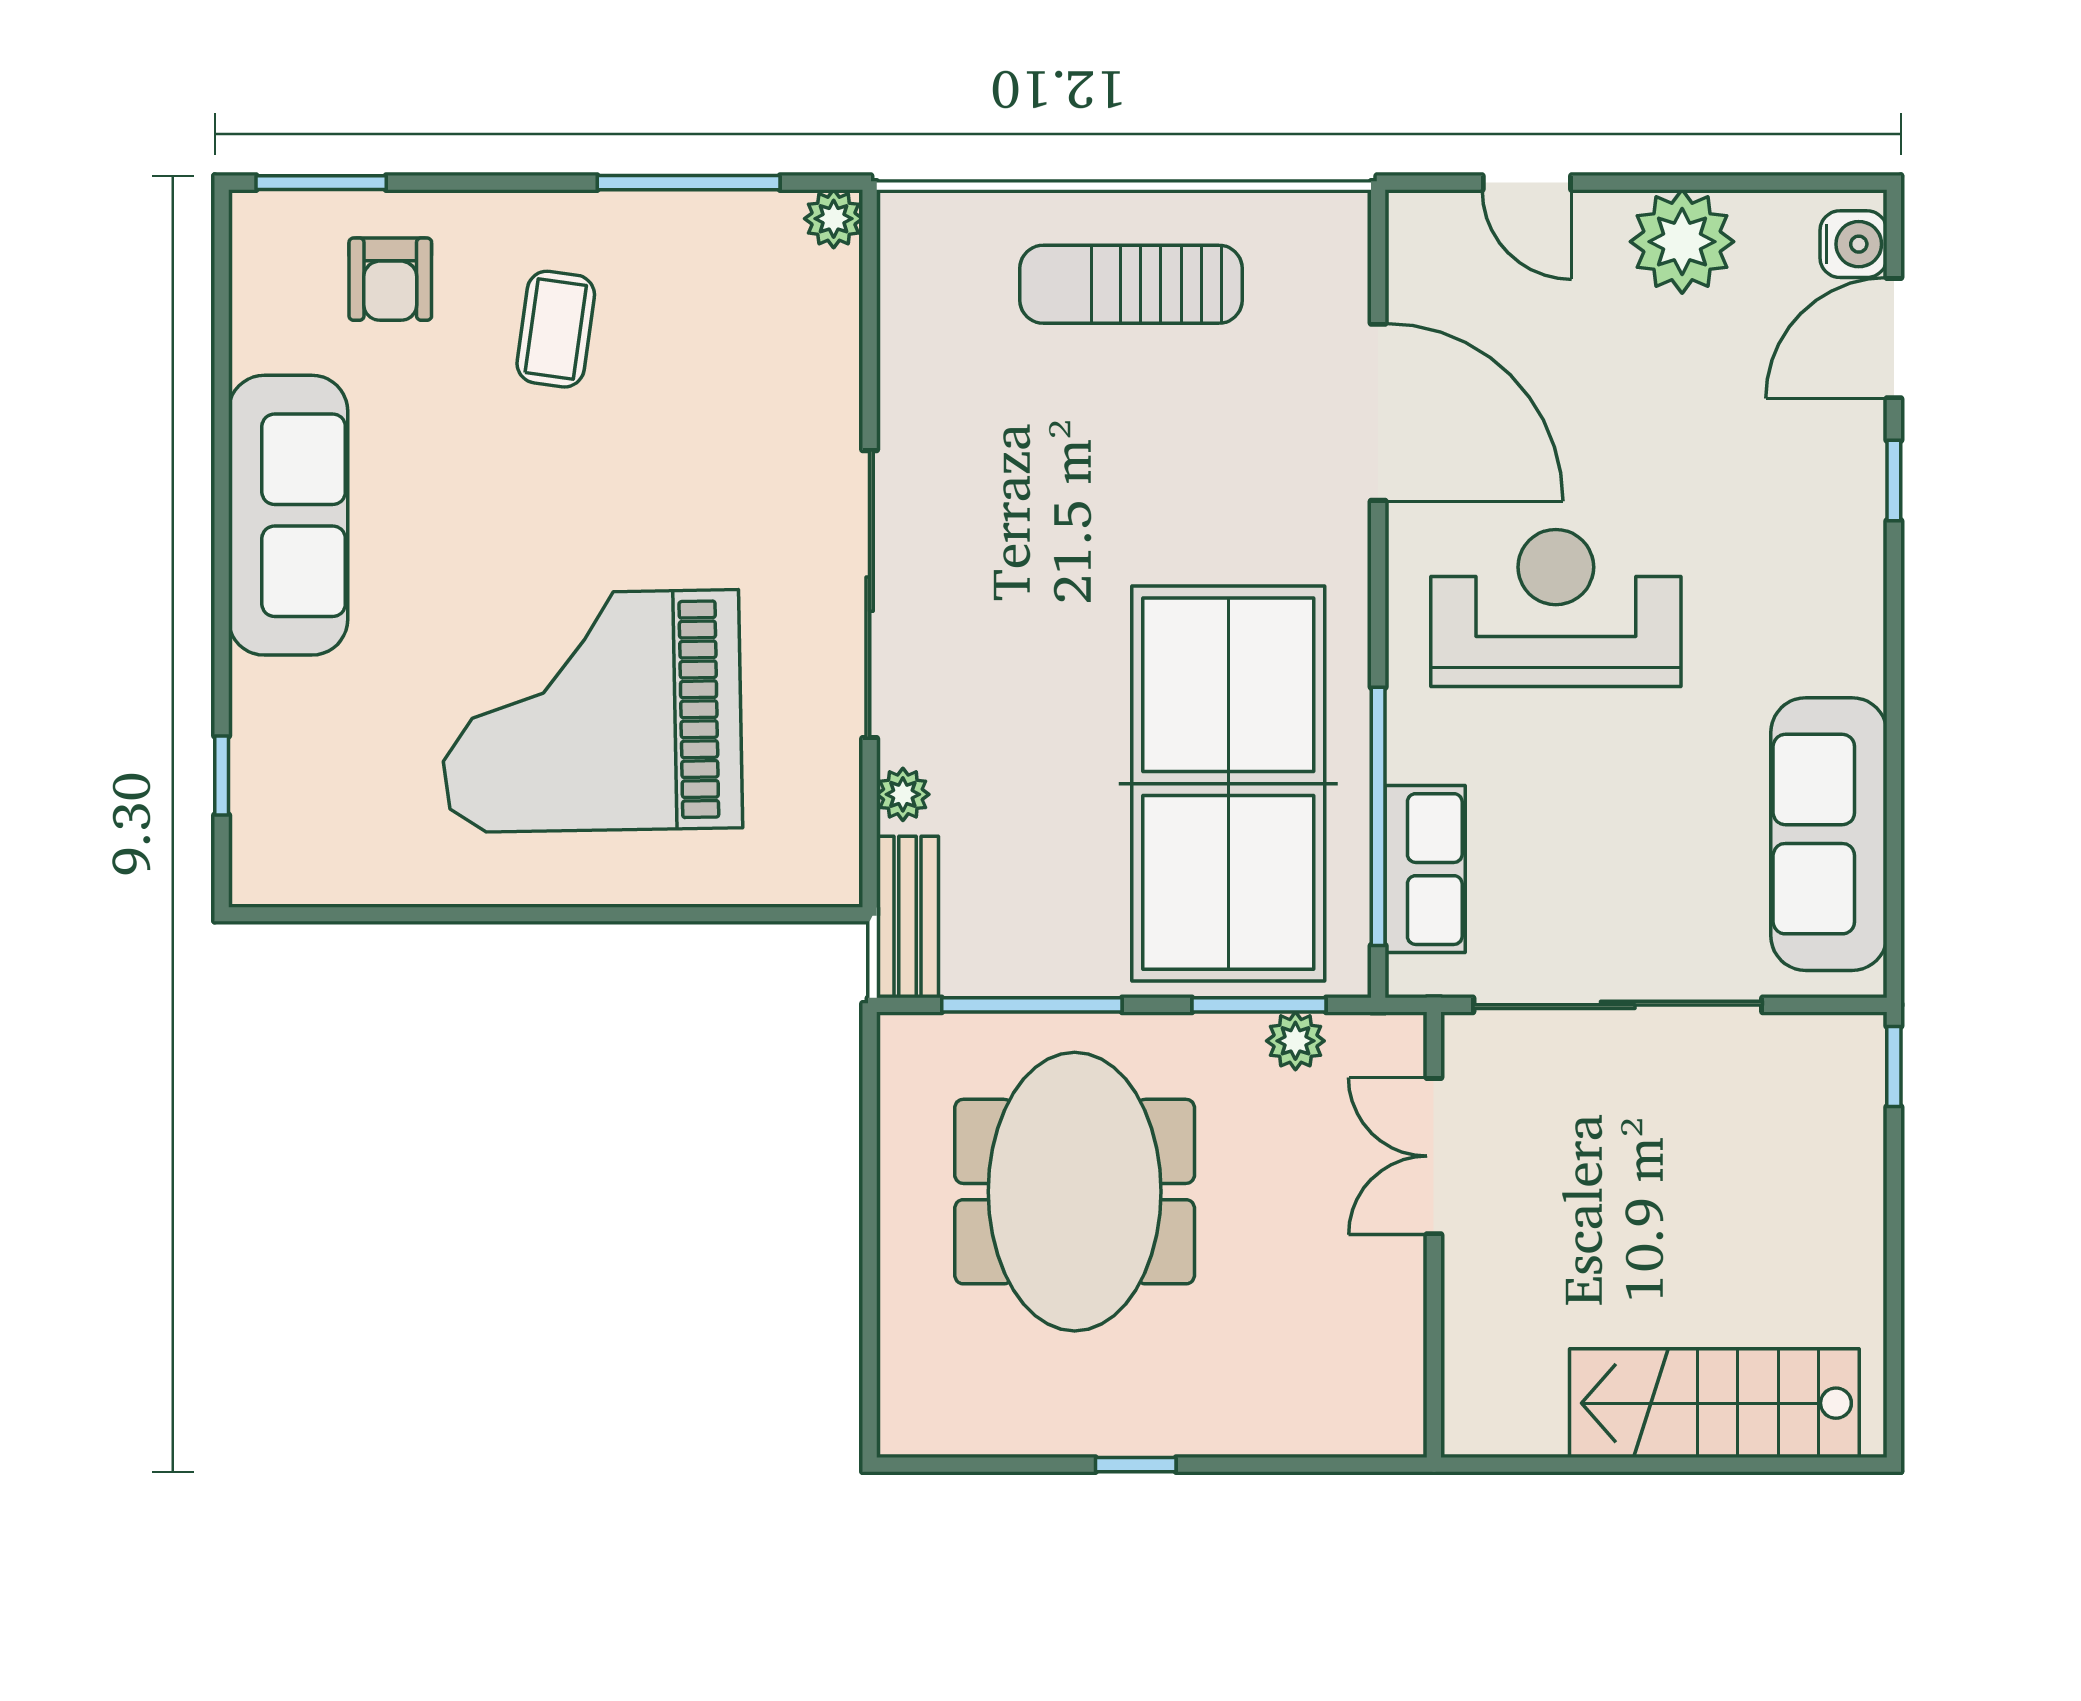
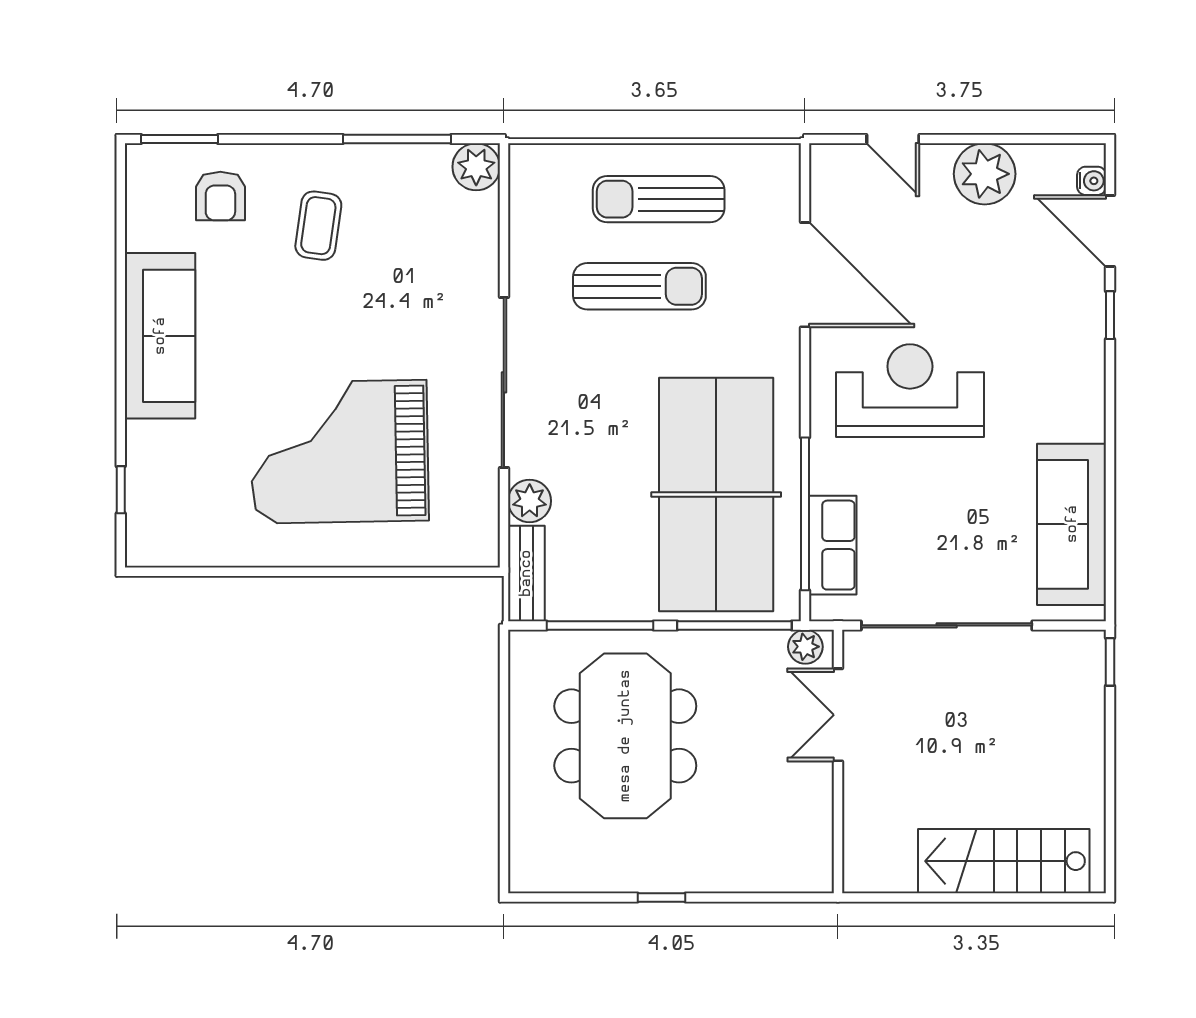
plant: (834, 219) -> (476, 167), width x1.38, depth x1.38
water cooler: (1853, 244) -> (1092, 181), width x0.72, depth x0.72
door: (1894, 338) -> (1110, 231), hinge flipped
sun lounger: (1099, 431) -> (639, 286), added
plant: (903, 794) -> (530, 501), width x1.38, depth x1.38
window: (1259, 1005) -> (734, 625), width x1.44
plant: (1295, 1041) -> (805, 647), moved

